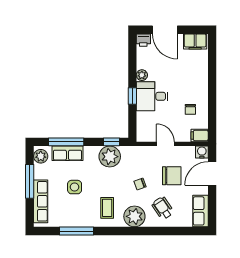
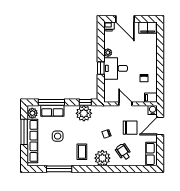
row of seats: (41, 201) -> (32, 141), width x1.36

